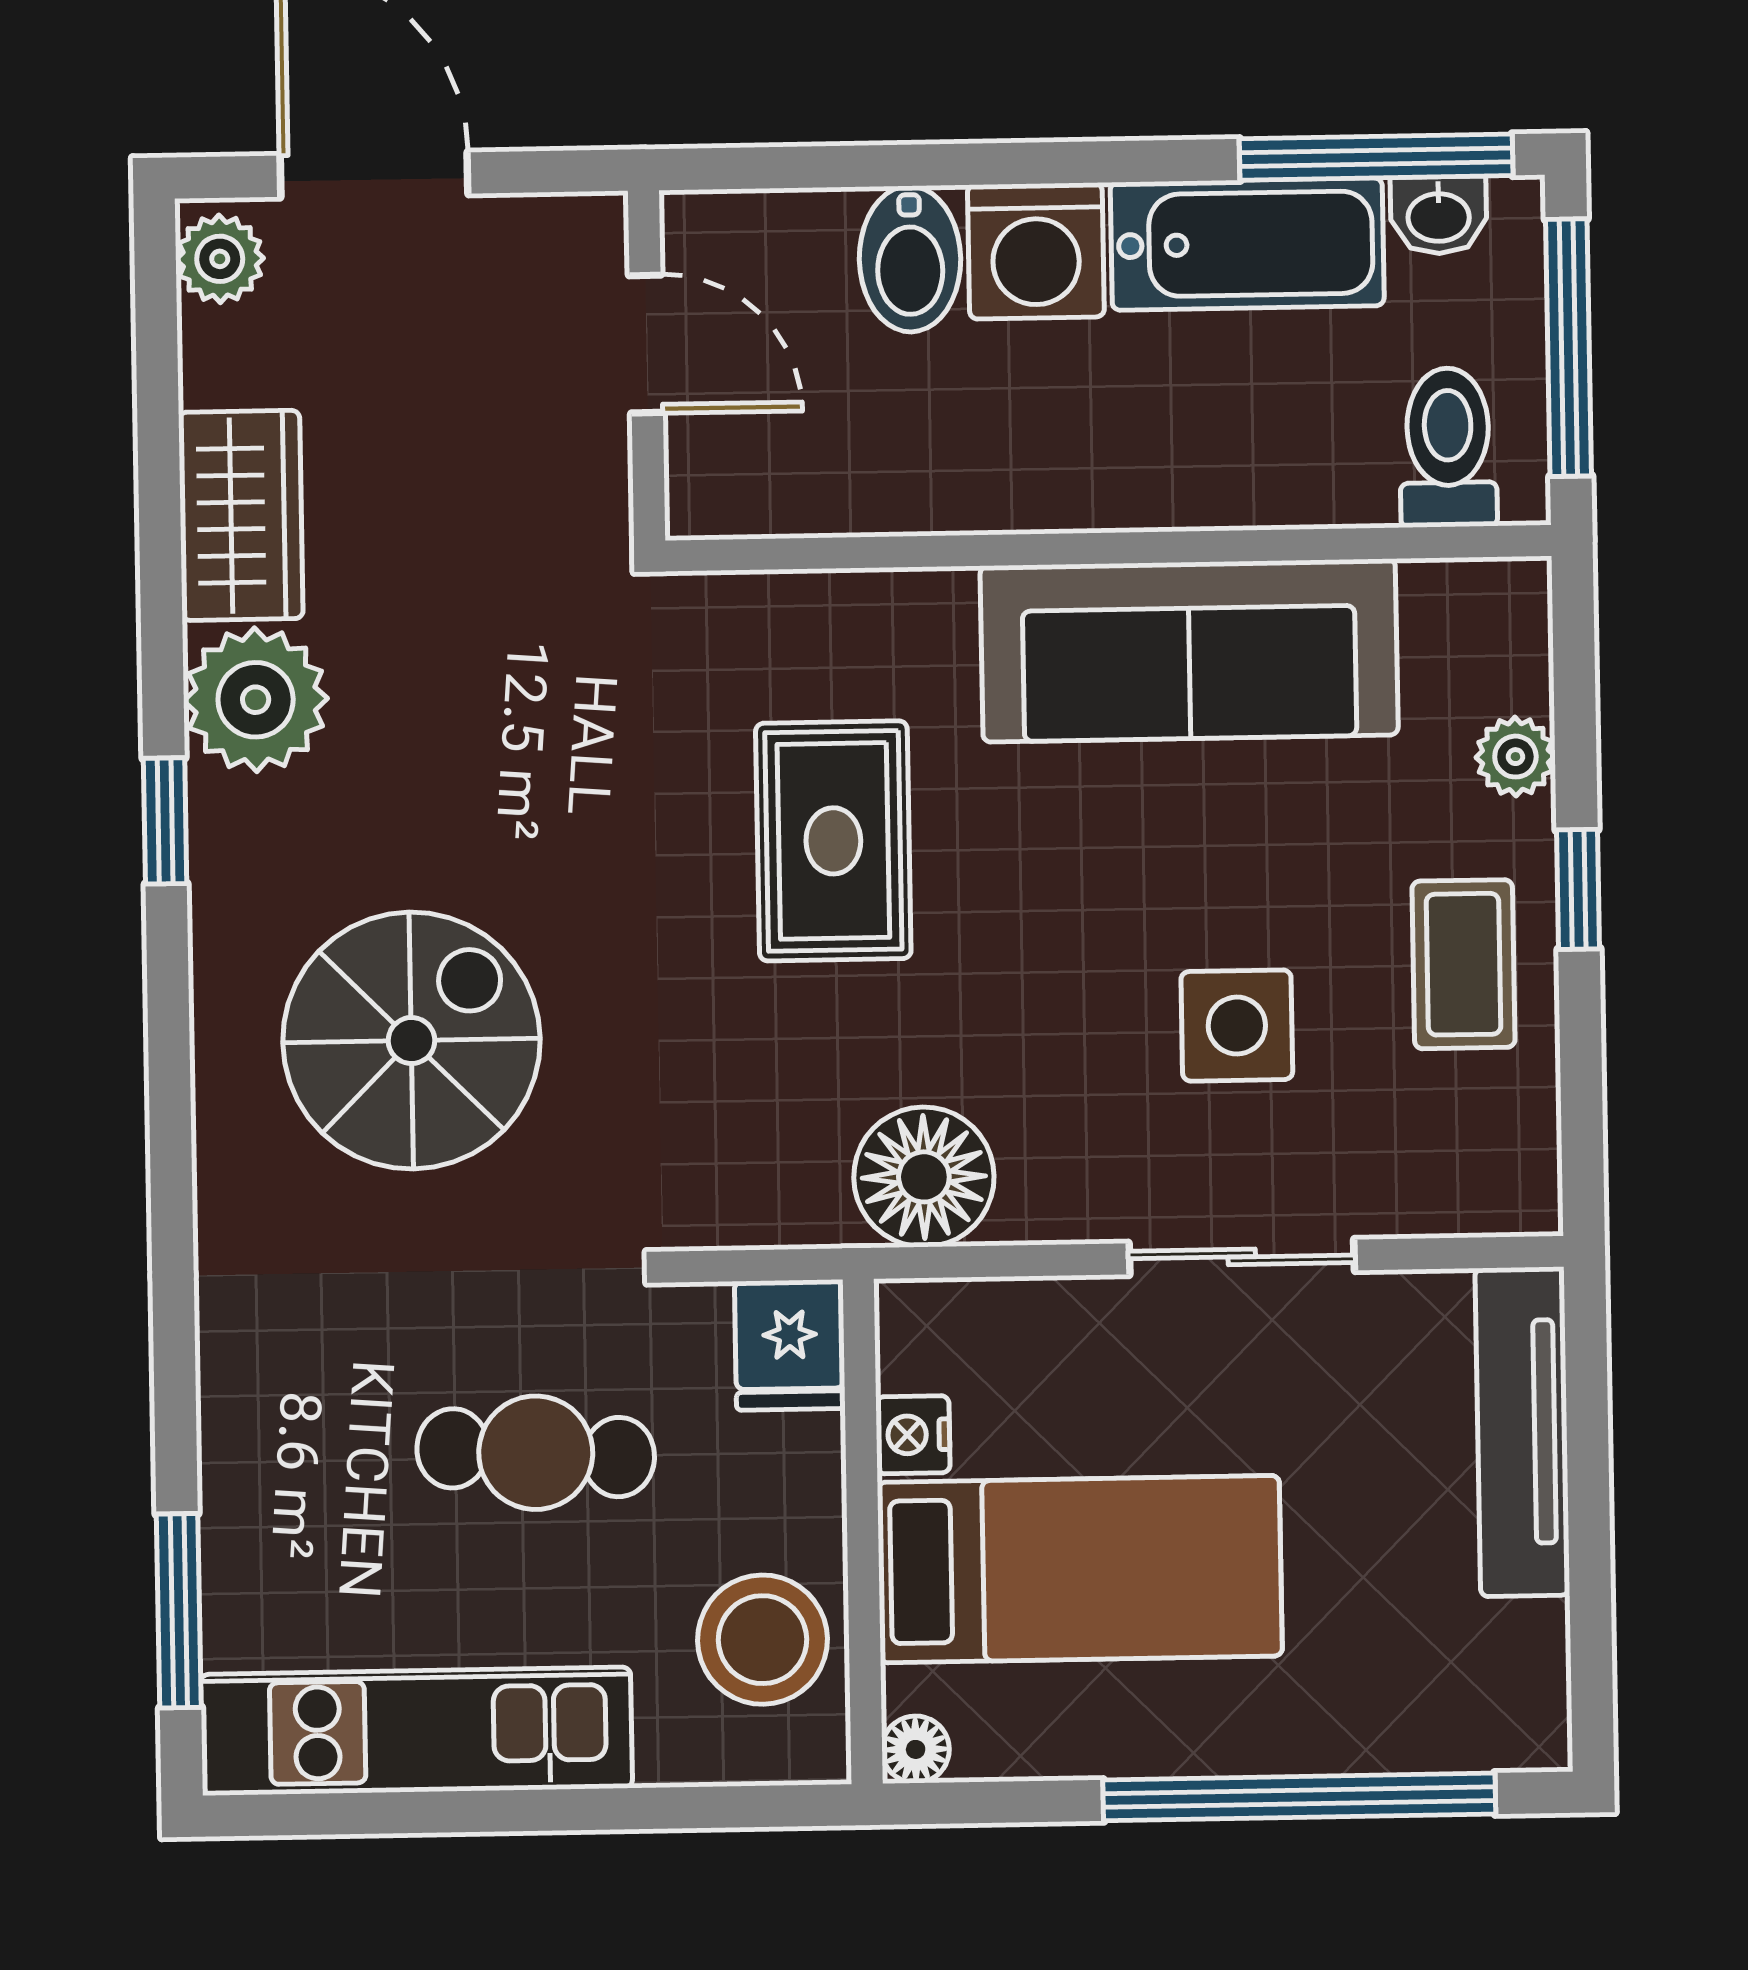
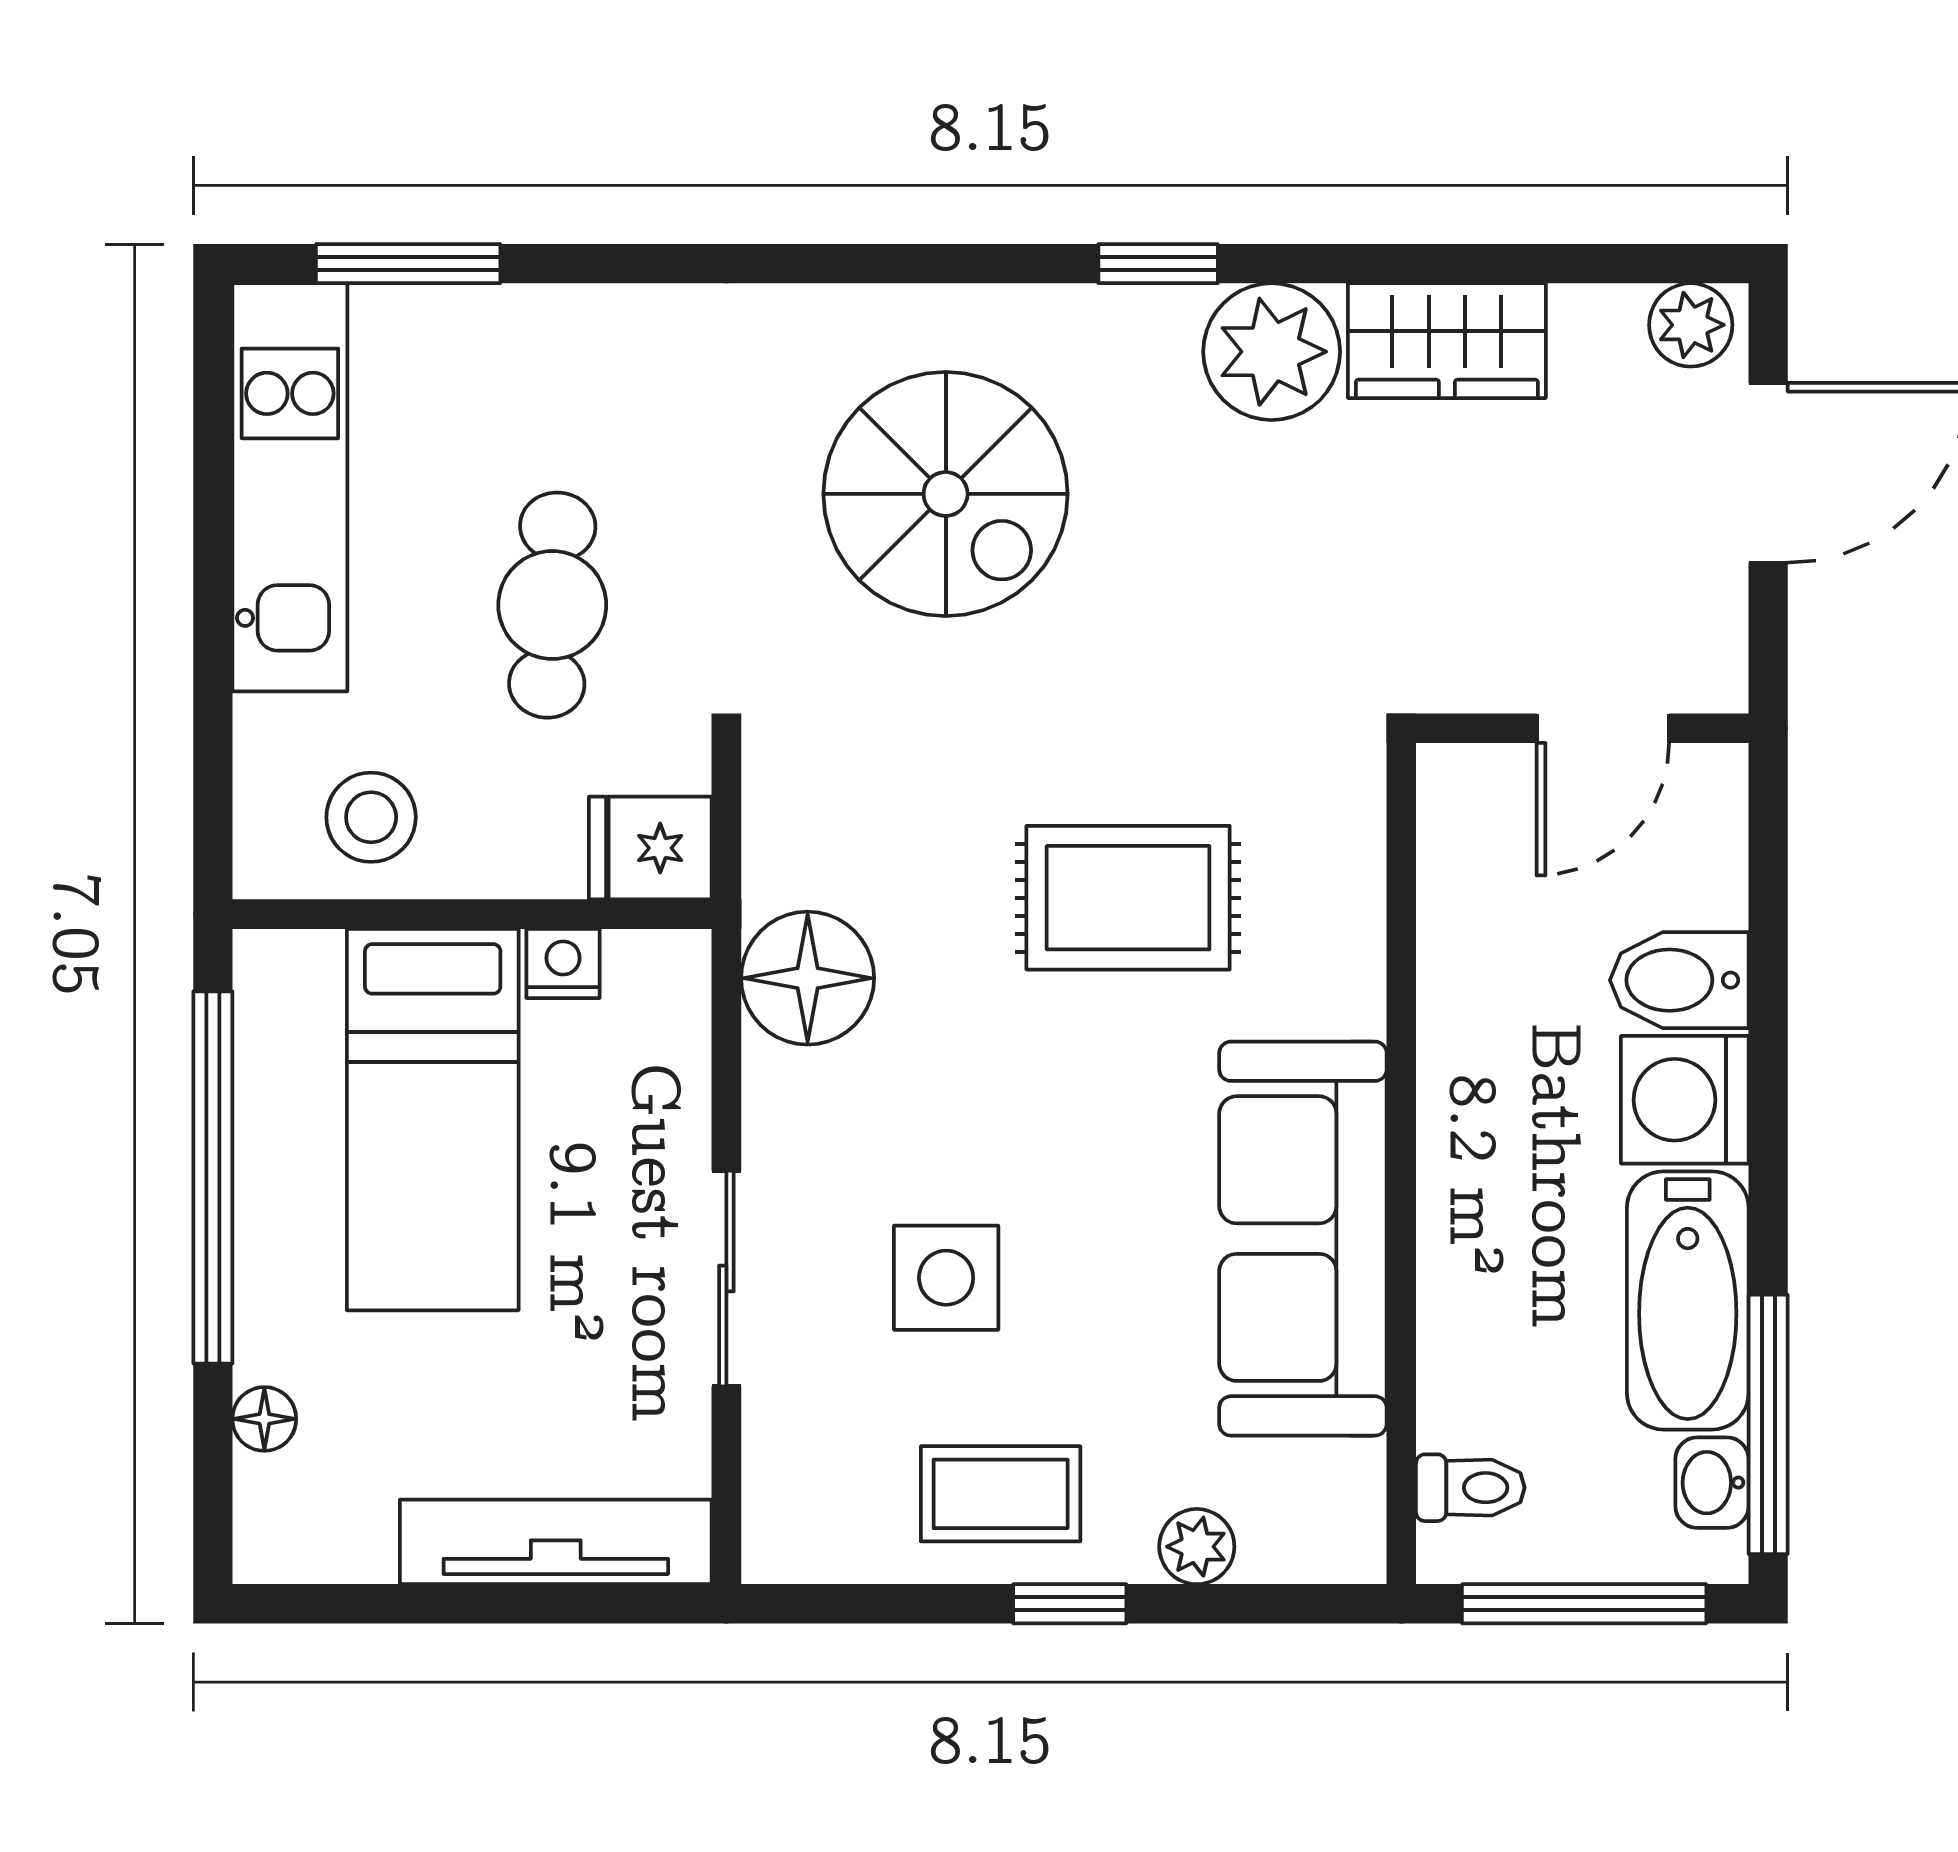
toilet: (1448, 447) -> (1470, 1488), width x0.73, depth x0.72
stool: (762, 1640) -> (371, 817), width x0.73, depth x0.73
floor lamp: (916, 1749) -> (264, 1419), moved
window: (1299, 1797) -> (213, 1177), moved

